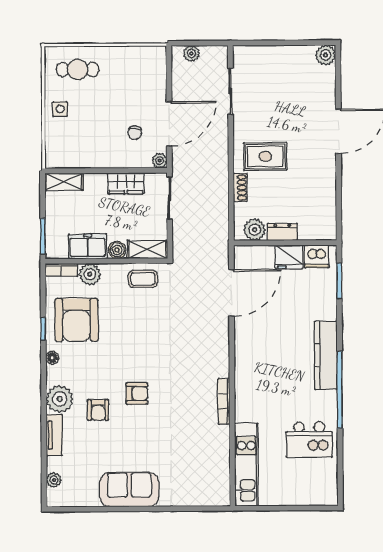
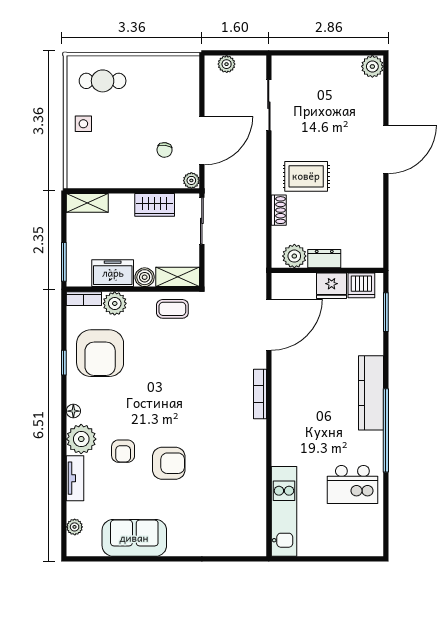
floor lamp: (52, 358) -> (73, 411), moved
armchair: (137, 394) -> (169, 463), moved, width x1.38, depth x1.38
bookcase: (224, 401) -> (260, 394), moved
sofa: (129, 490) -> (134, 538), moved

